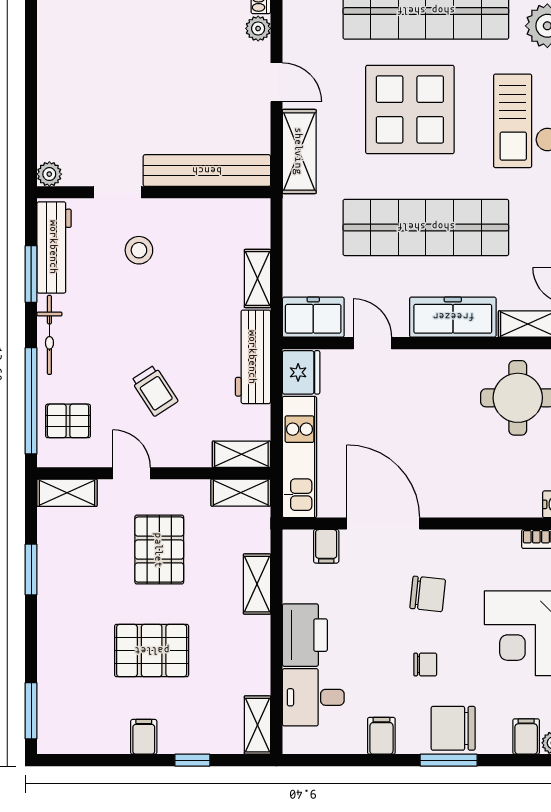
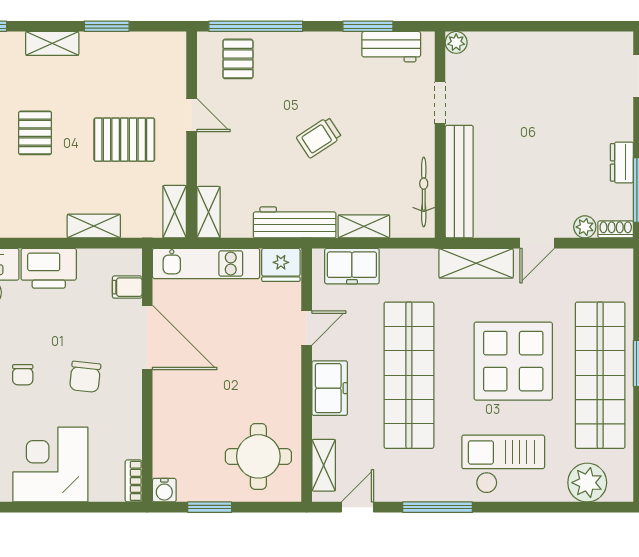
workbench: (54, 247) -> (391, 47), width x0.73
stool: (139, 250) -> (389, 122), removed
freezer: (313, 317) -> (352, 266), moved, turned 90
freezer: (453, 317) -> (330, 388), width x0.71
bicycle: (49, 335) -> (424, 192), moved, turned 90
trolley: (155, 391) -> (319, 137), moved
door: (131, 473) -> (192, 115), hinge flipped
shelving: (67, 493) -> (52, 43), moved, turned 90
door: (383, 524) -> (147, 337), hinge flipped
pallet: (152, 651) -> (35, 133), width x0.67, depth x0.71

